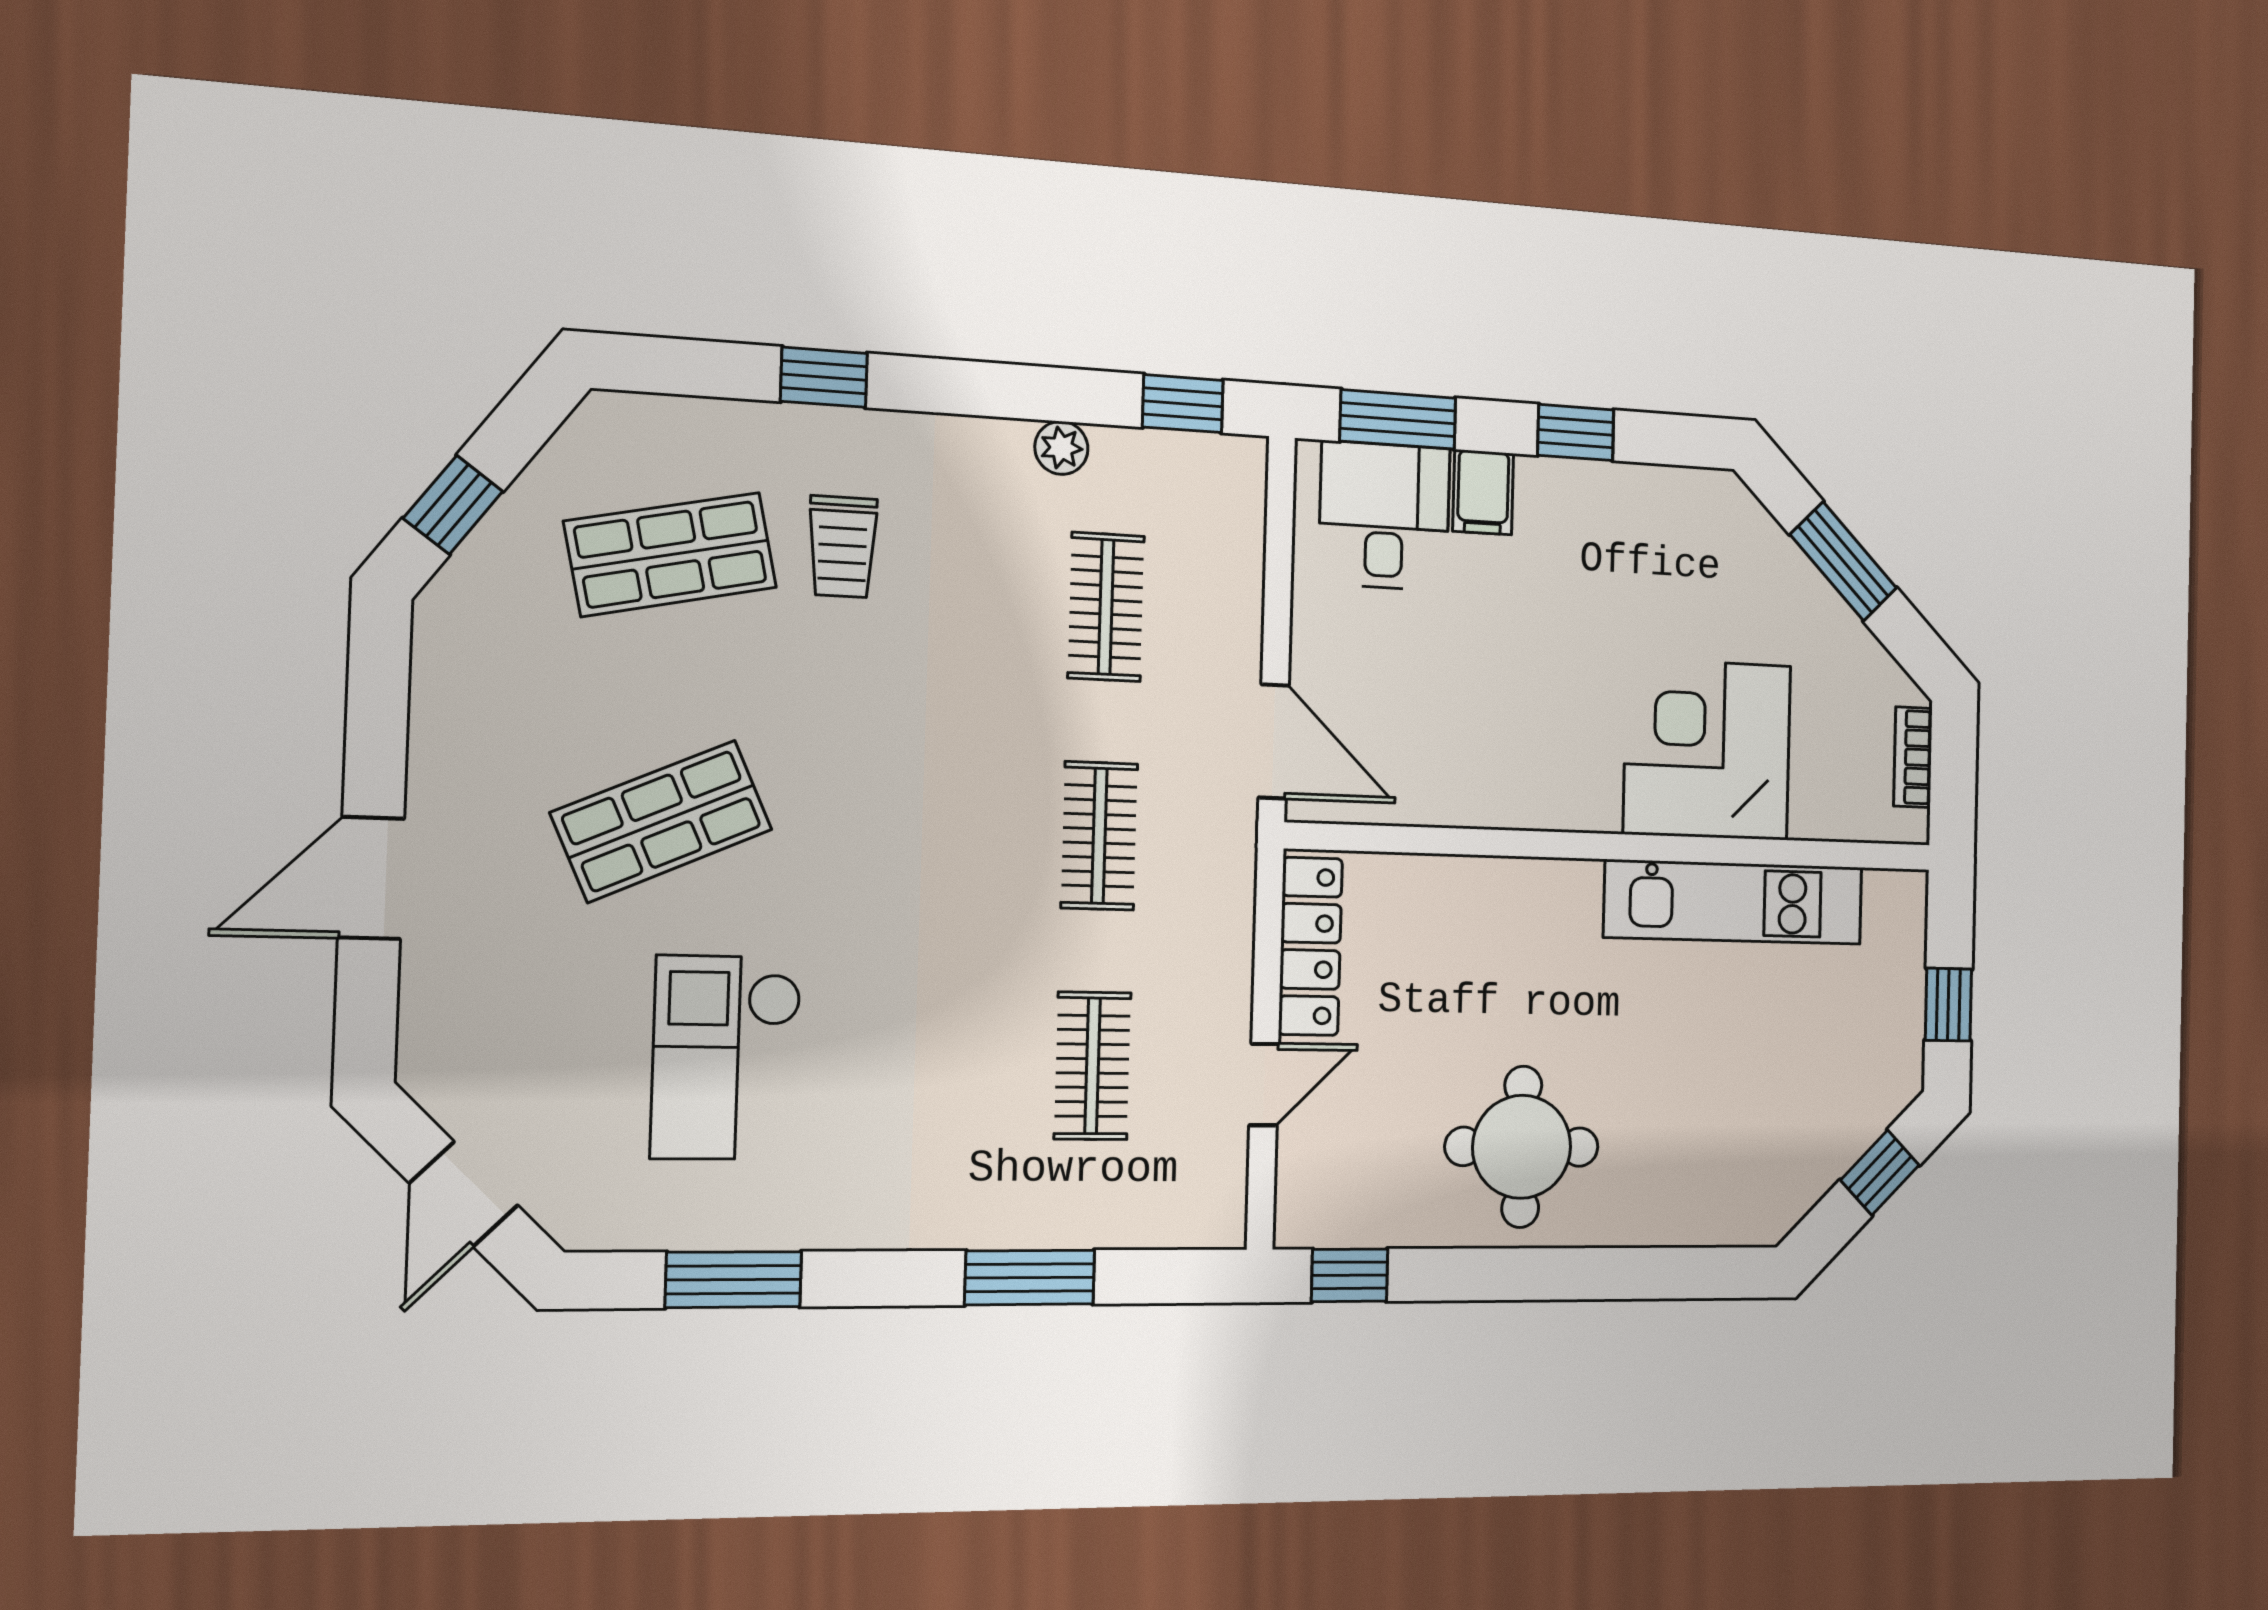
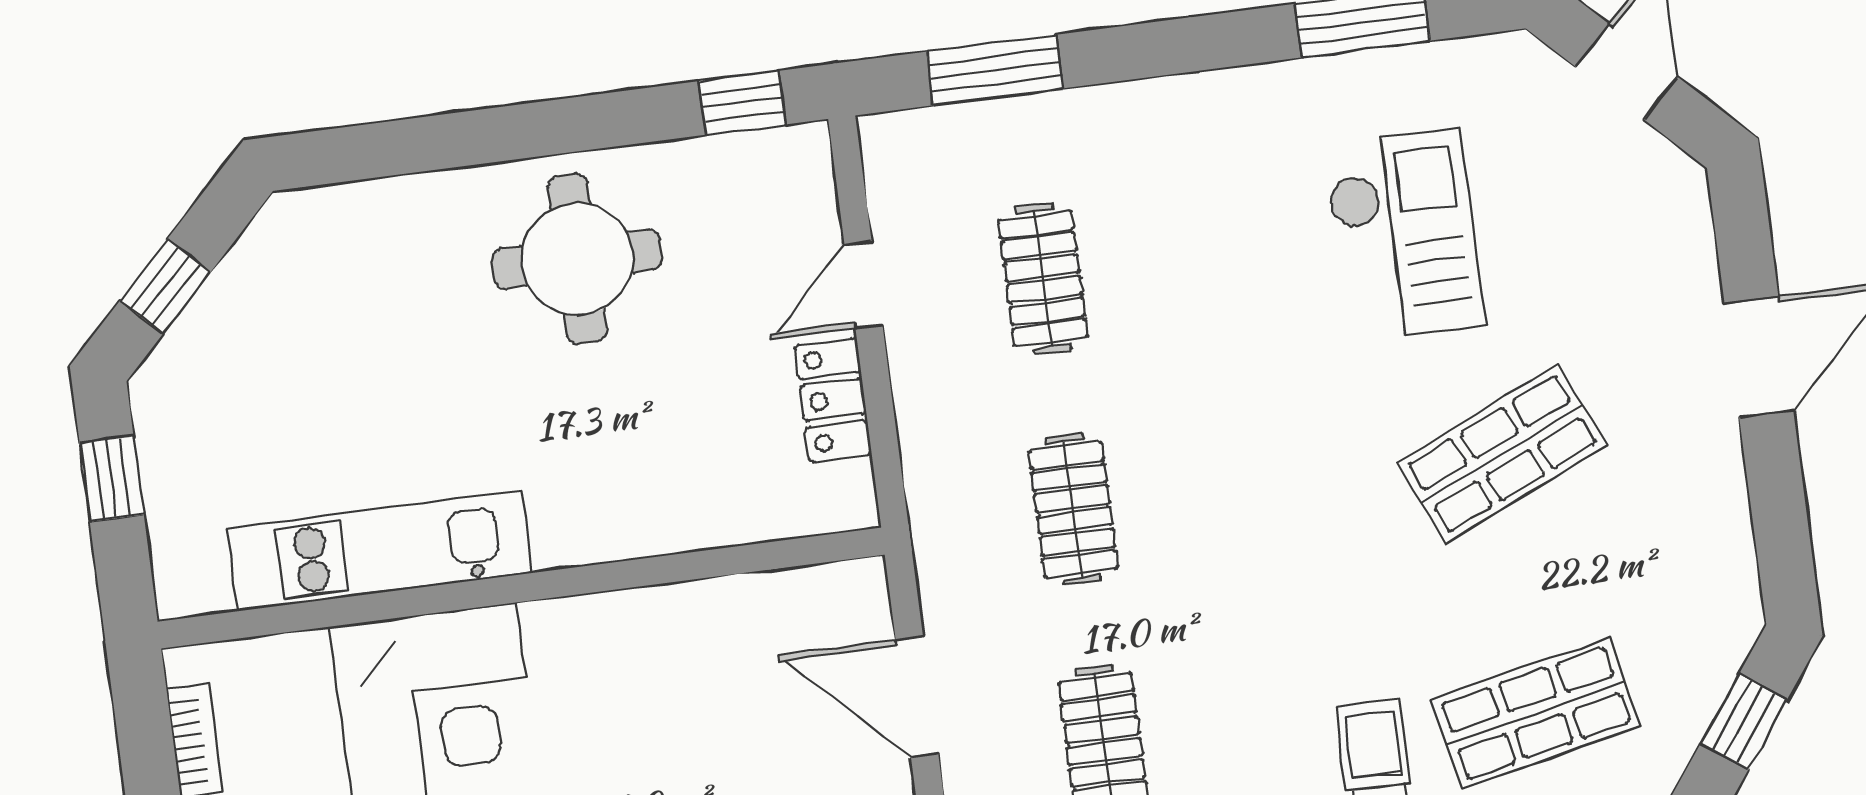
door: (1274, 741) -> (917, 697), moved
locker: (1310, 946) -> (833, 400), width x0.66
window: (1030, 1278) -> (995, 70), moved

